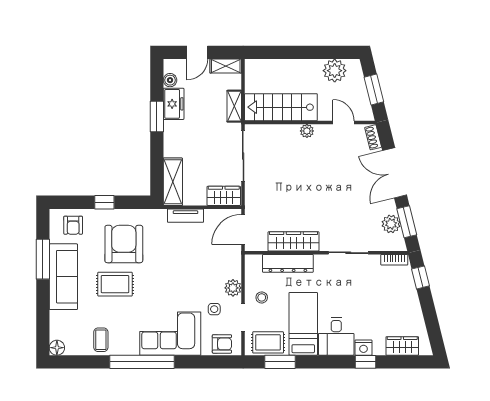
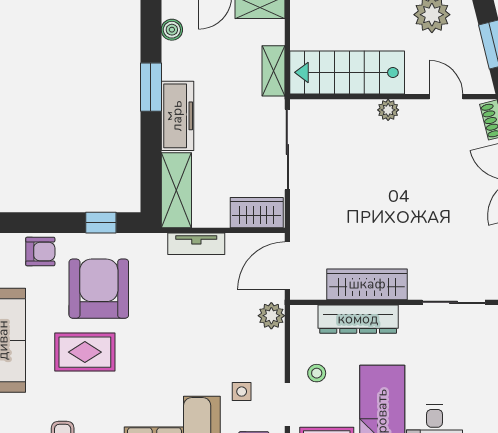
freezer: (174, 104) -> (177, 116), moved, width x1.40
window: (104, 202) -> (101, 223), moved
armchair: (73, 225) -> (40, 252), moved, turned -90
plant: (233, 288) -> (271, 316), moved

